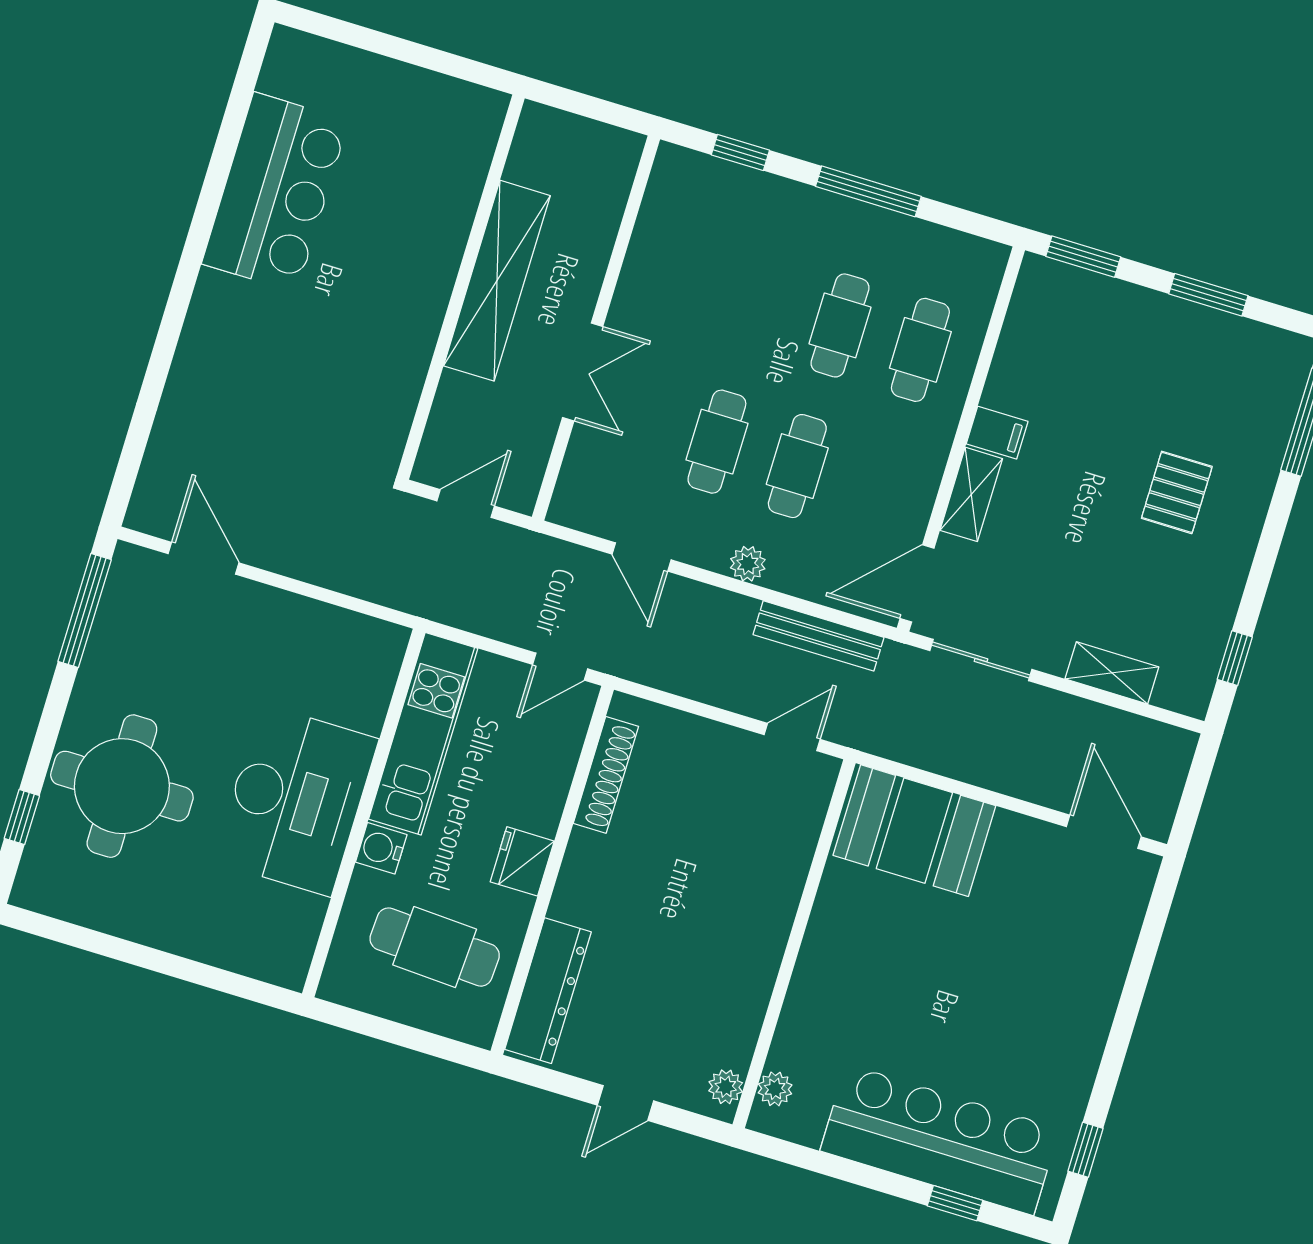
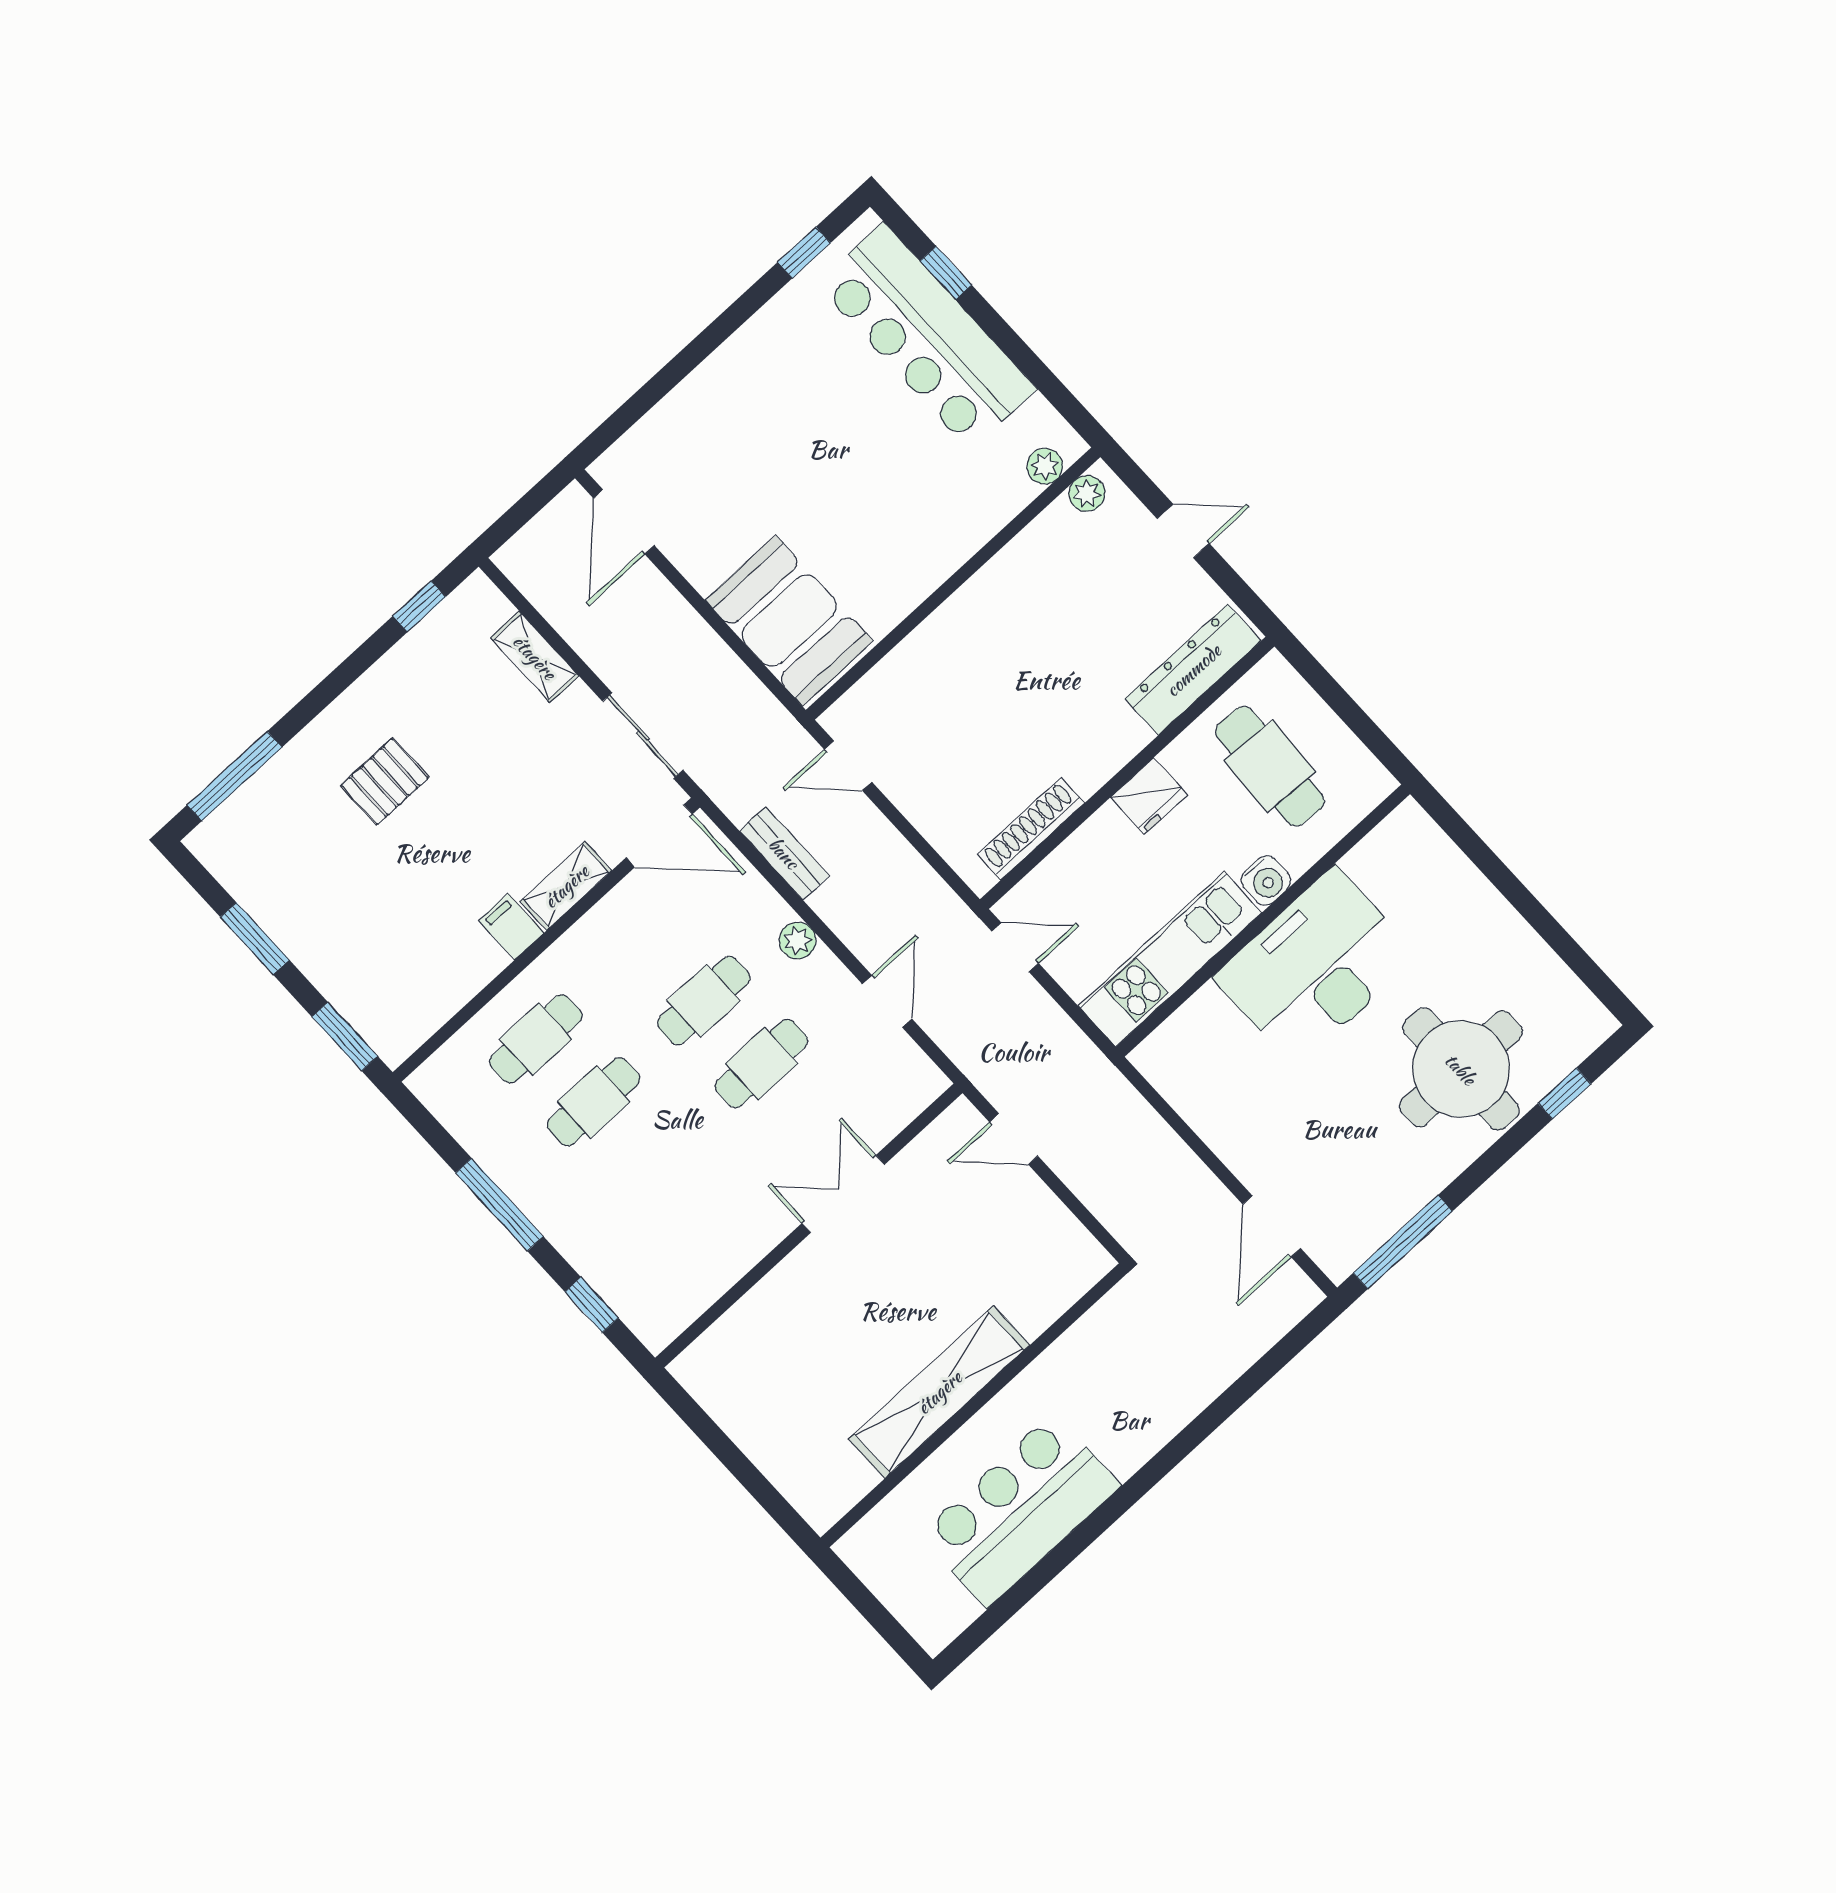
shelving: (497, 281) -> (939, 1392), moved
wall: (461, 287) -> (974, 1405), moved
bench: (819, 636) -> (784, 853), width x0.73

